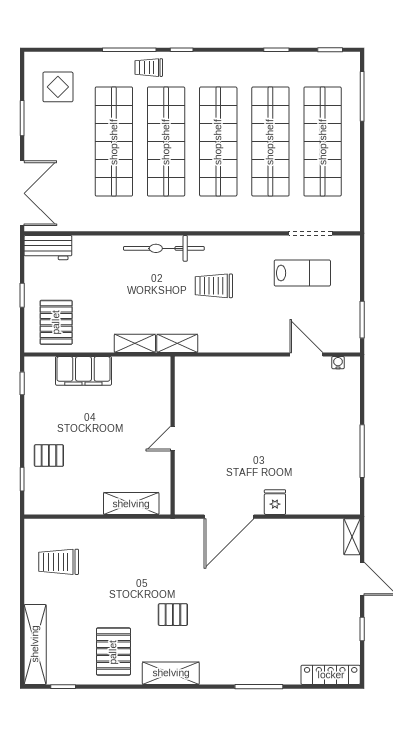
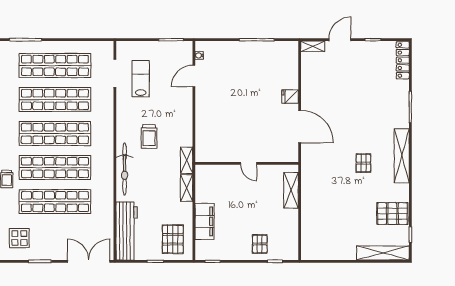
workbench: (48, 248) -> (127, 231), width x1.88, depth x1.32
pallet: (56, 322) -> (173, 239), turned 90
trolley: (59, 562) -> (329, 238), removed
pallet: (113, 652) -> (392, 214), moved
shelving: (171, 673) -> (402, 156), width x1.47

